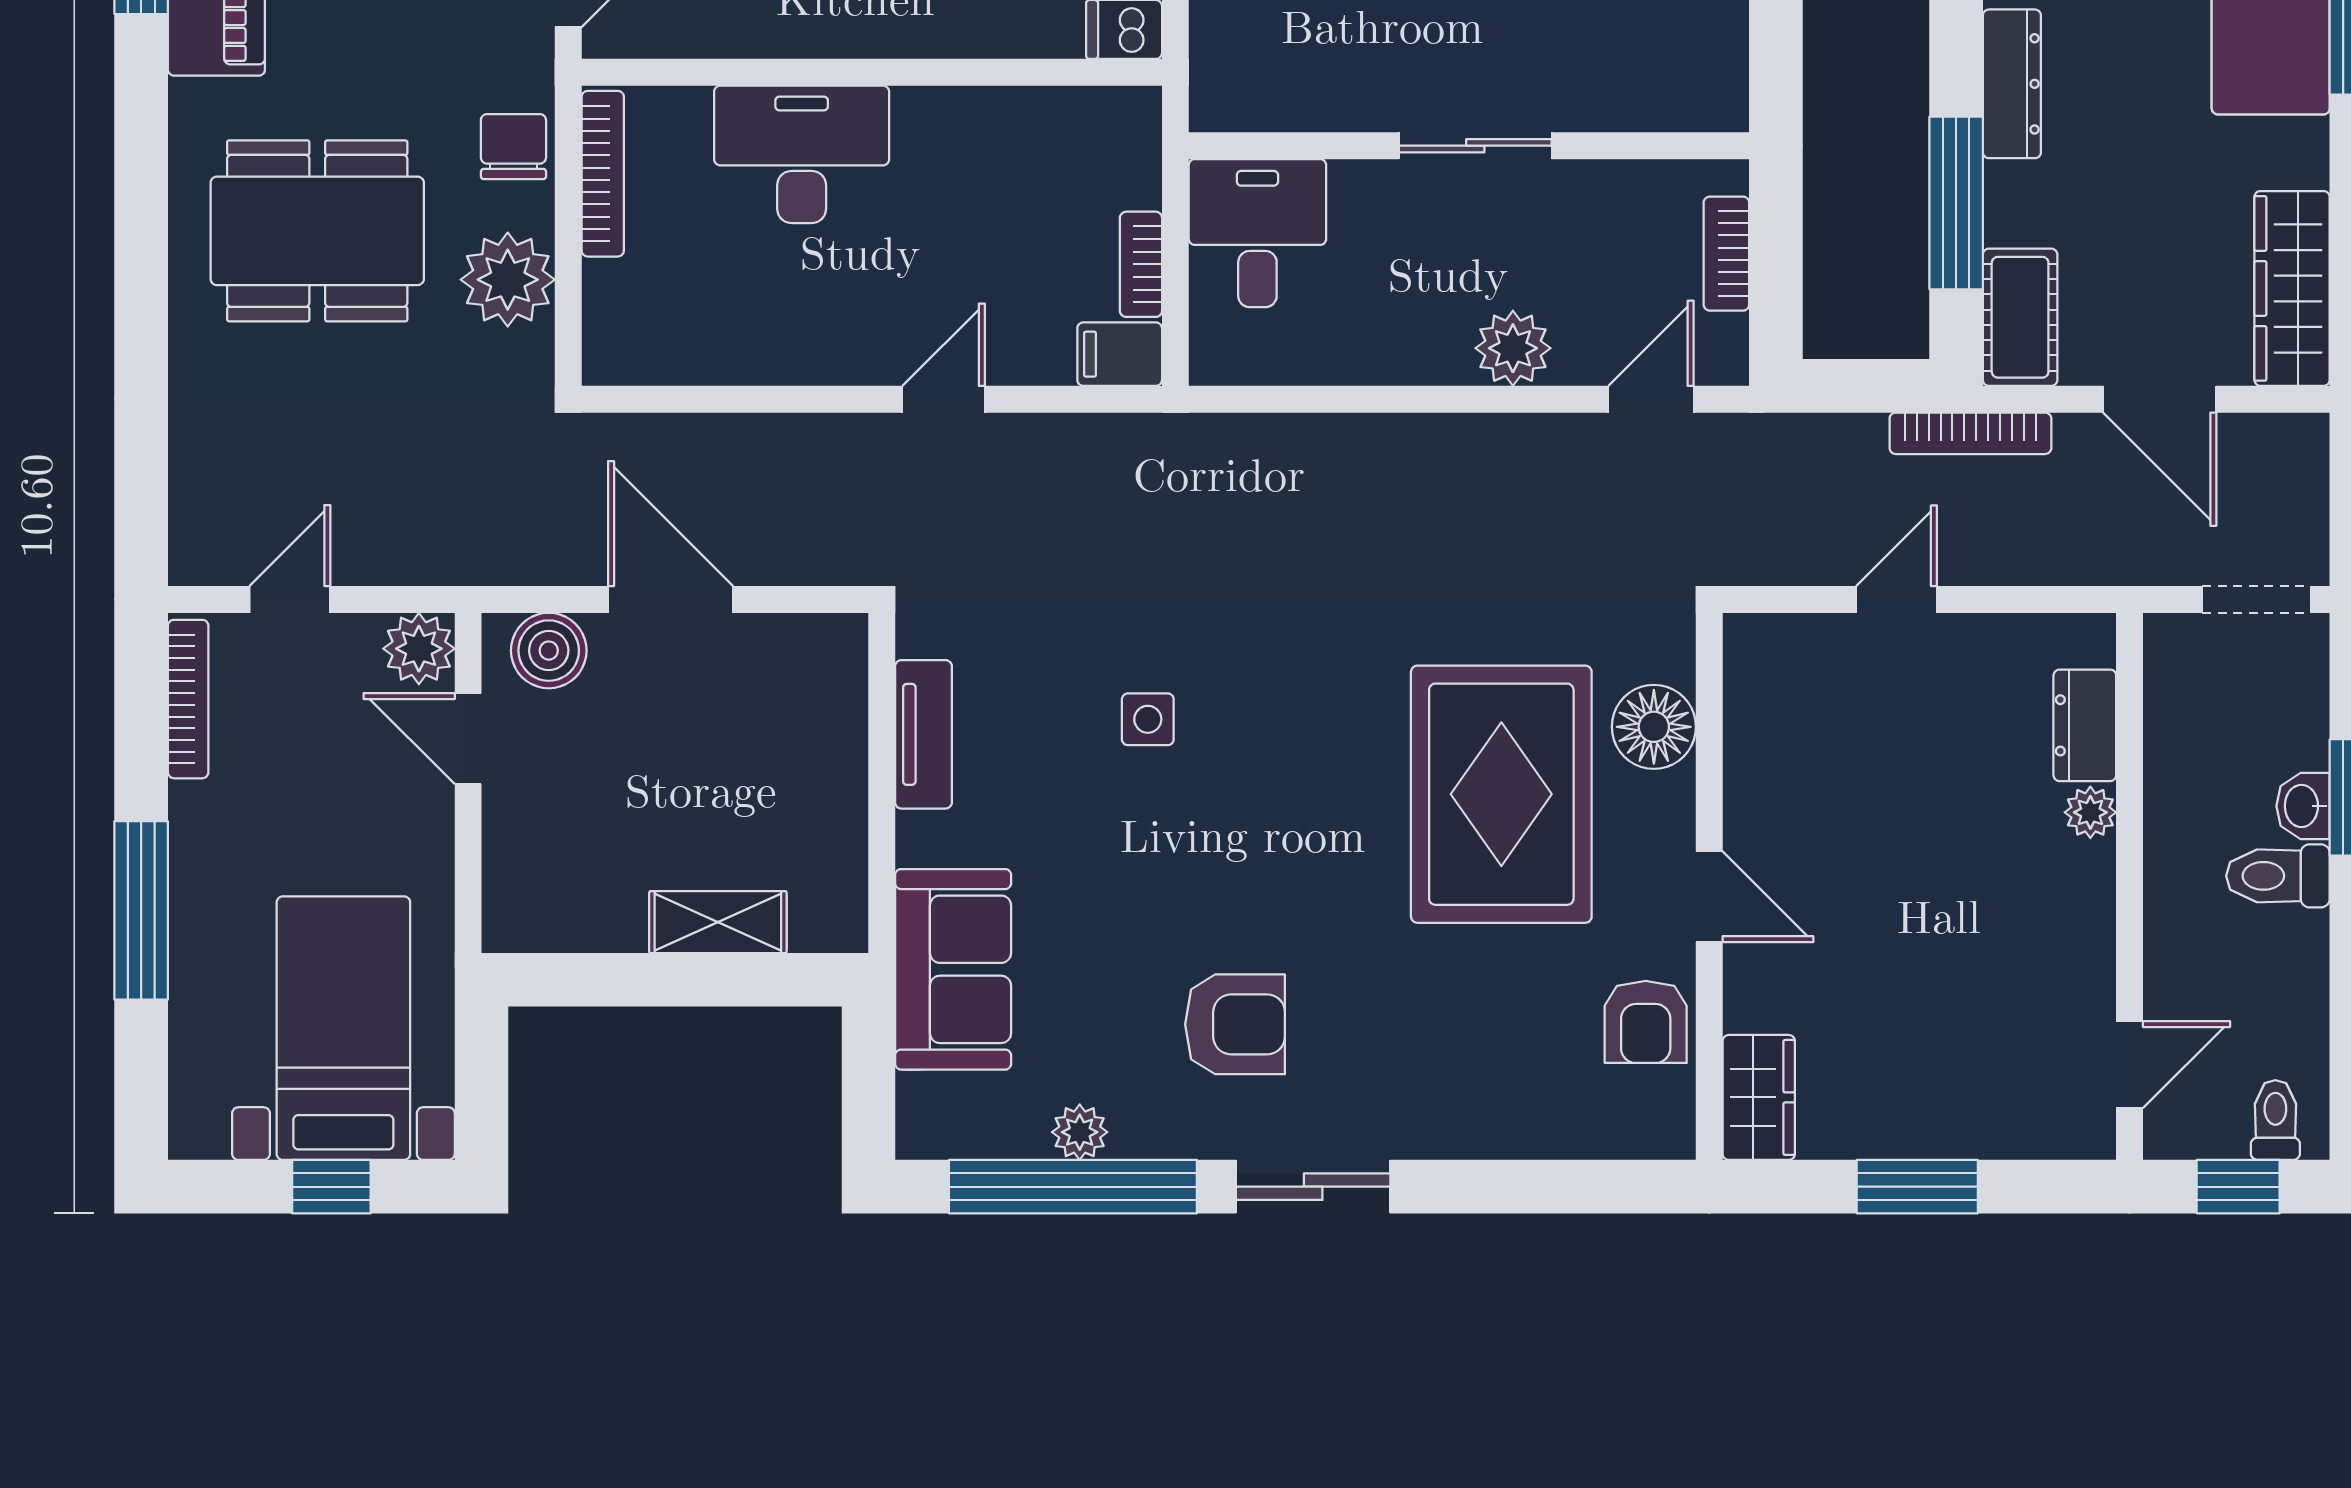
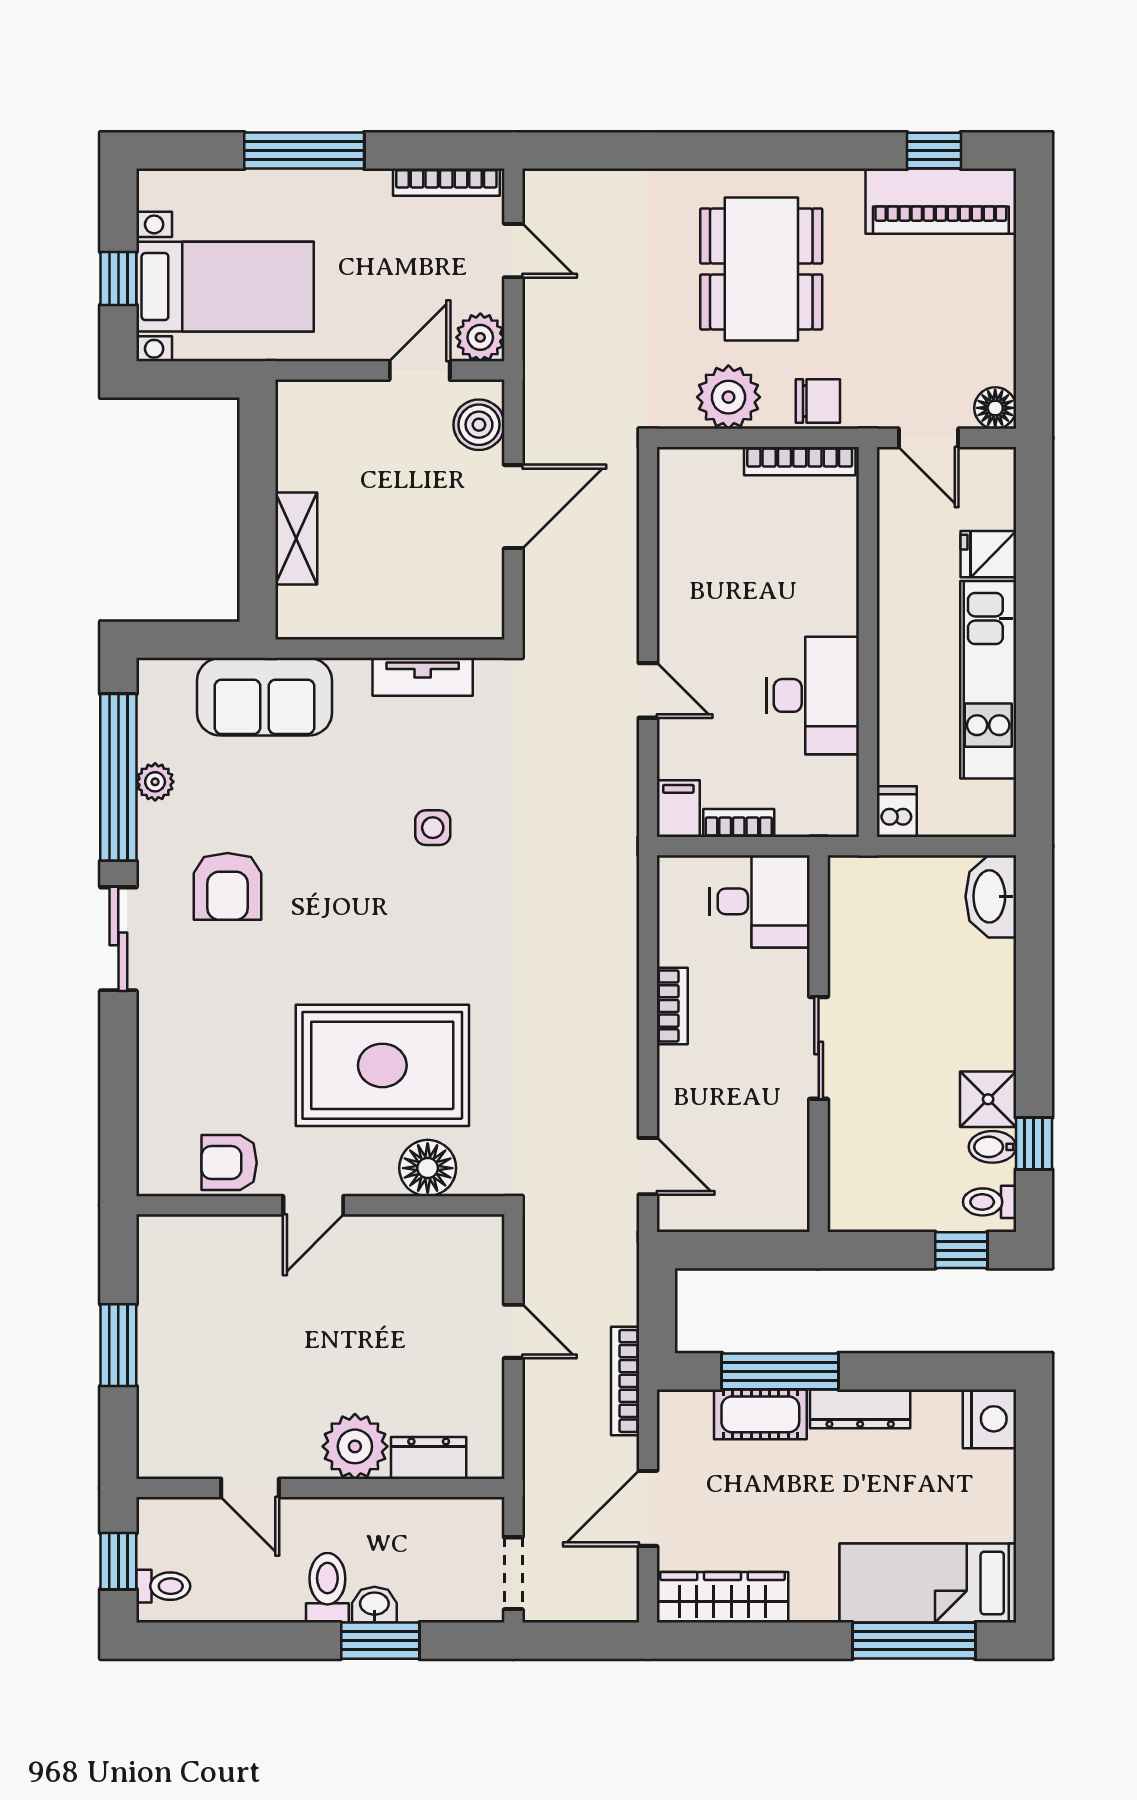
desk: (802, 154) -> (813, 695), moved
bookcase: (1726, 254) -> (672, 1006), moved, turned 90
cot: (2020, 317) -> (760, 1414), moved
plant: (1513, 348) -> (682, 1073), removed
plant: (2090, 812) -> (355, 1446), width x1.87, depth x1.87
door: (2130, 1065) -> (250, 1488), moved
wardrobe: (1759, 1097) -> (178, 1239), removed

